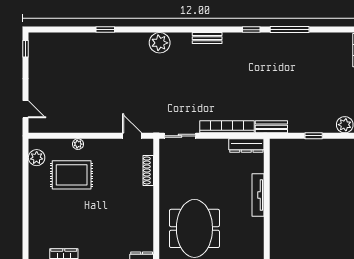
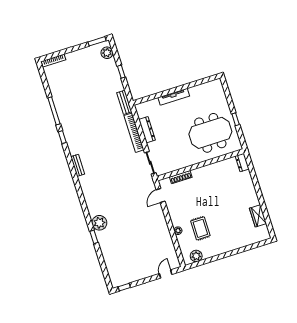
plant: (160, 43) -> (99, 223), moved
dresser: (246, 146) -> (147, 130), moved
rug: (72, 175) -> (200, 228), width x0.73, depth x0.70

